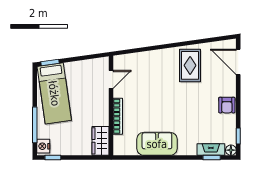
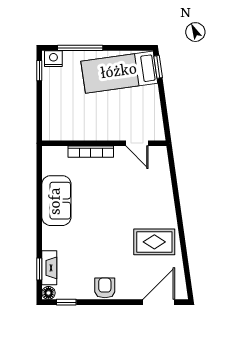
armchair: (227, 105) -> (105, 288), turned 90
wardrobe: (101, 141) -> (60, 130), removed

